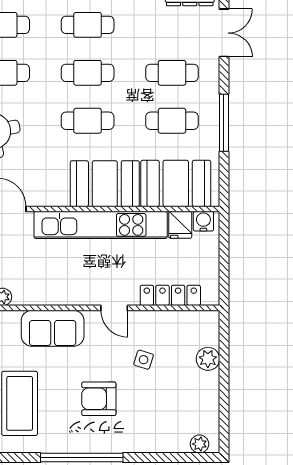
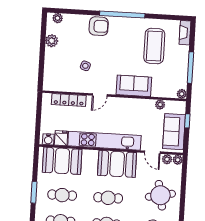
window: (224, 123) -> (34, 192), width x0.69
booth: (105, 184) -> (117, 164), moved
door: (114, 308) -> (100, 95), swing flipped
plant: (208, 359) -> (52, 41), moved
armchair: (99, 399) -> (99, 26), moved

